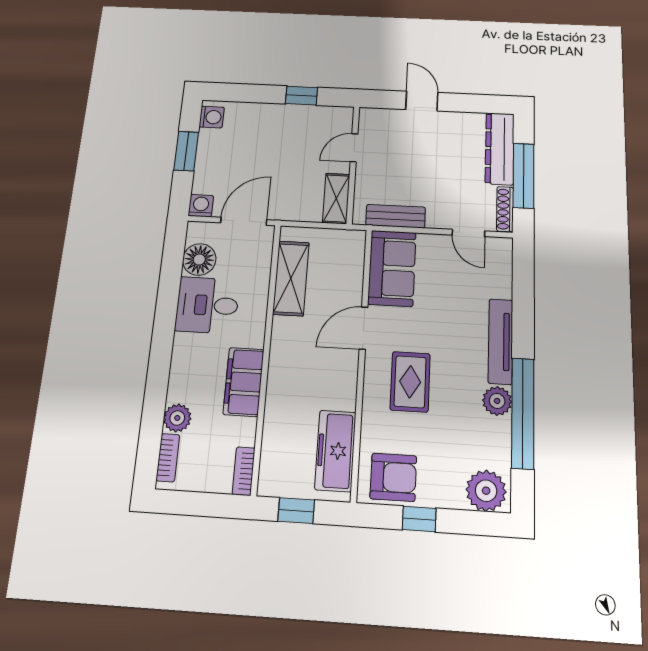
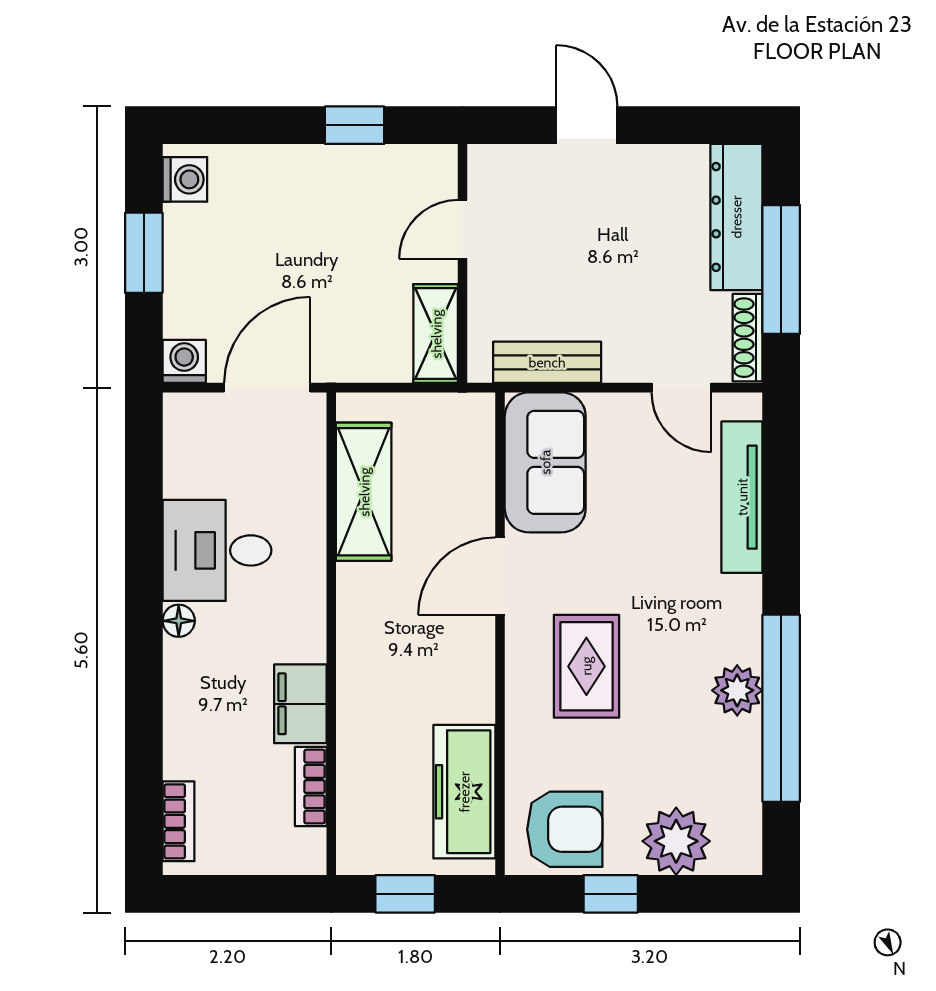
floor lamp: (199, 259) -> (179, 621), moved, width x0.53, depth x0.53
tv unit: (501, 341) -> (742, 497), moved
filing cabinet: (244, 382) -> (300, 704), width x0.67, depth x0.86
plant: (177, 418) -> (187, 754), removed
bookcase: (244, 471) -> (311, 787), moved
plant: (486, 491) -> (676, 841), moved

